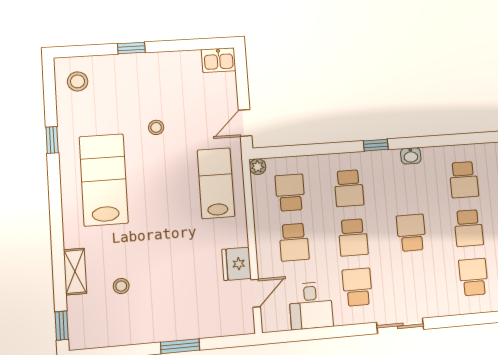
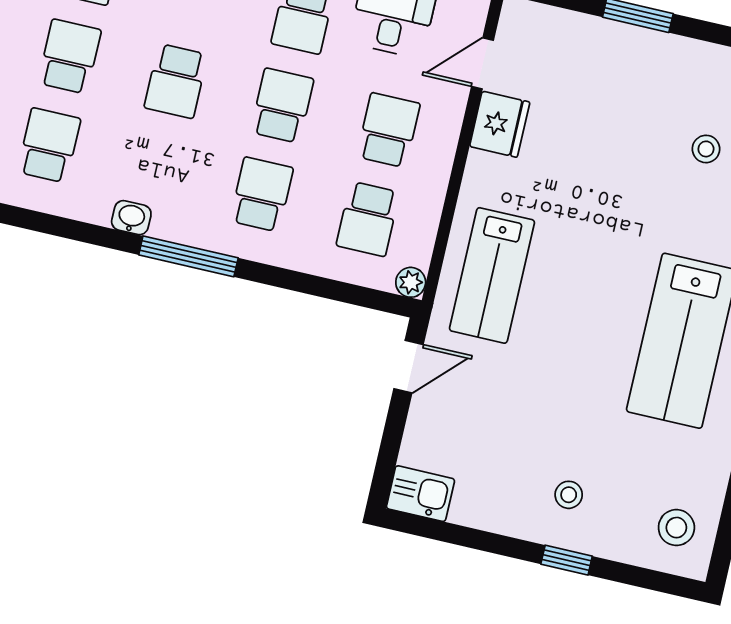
stool: (156, 127) -> (569, 495), moved
window: (376, 145) -> (188, 256), width x2.17

